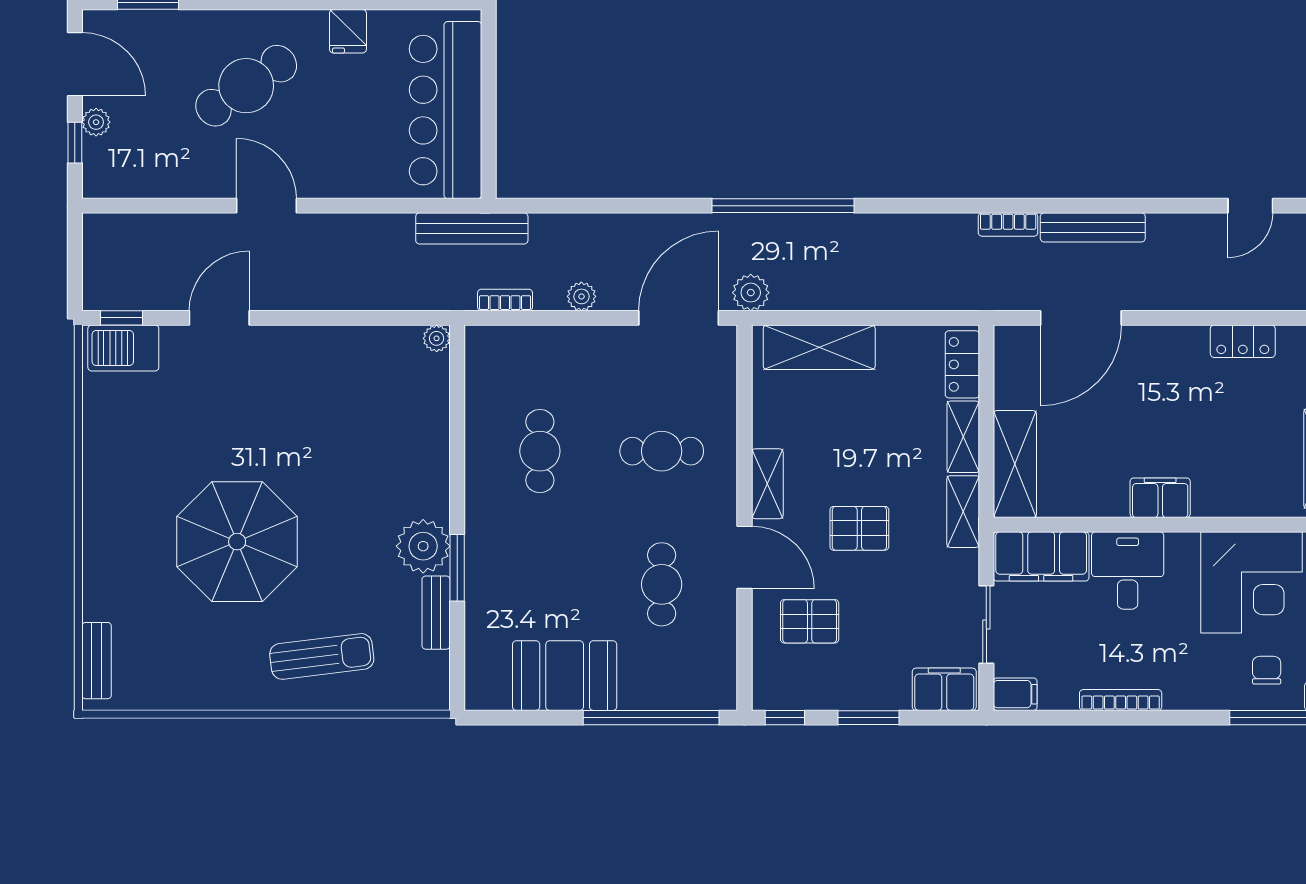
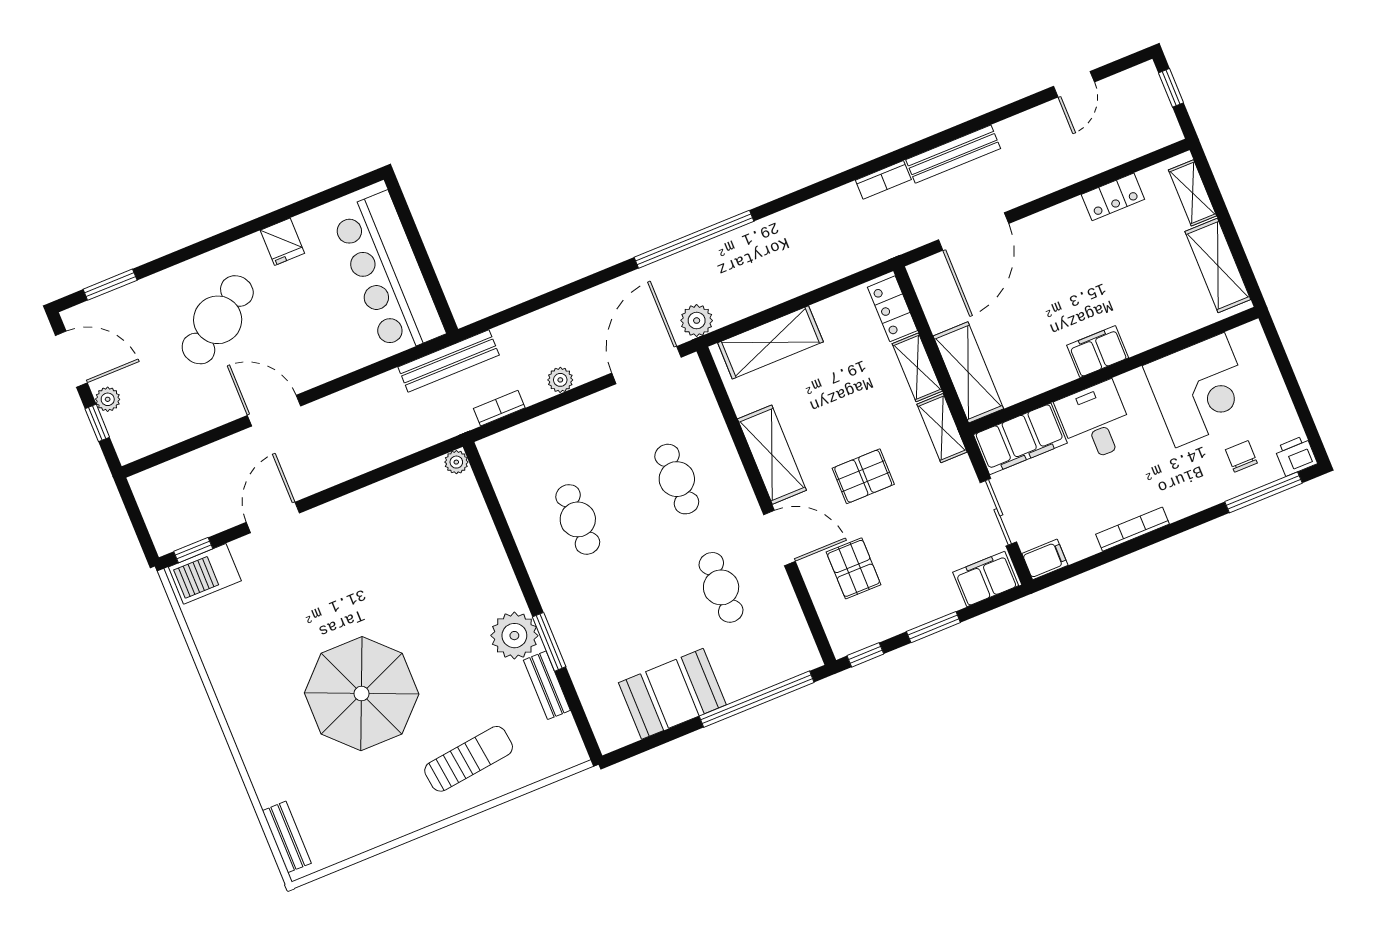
cafe table: (662, 451) -> (677, 479), turned 90
shelving: (767, 484) -> (772, 455), width x1.50, depth x1.33
pallet: (810, 621) -> (854, 568), turned 90

